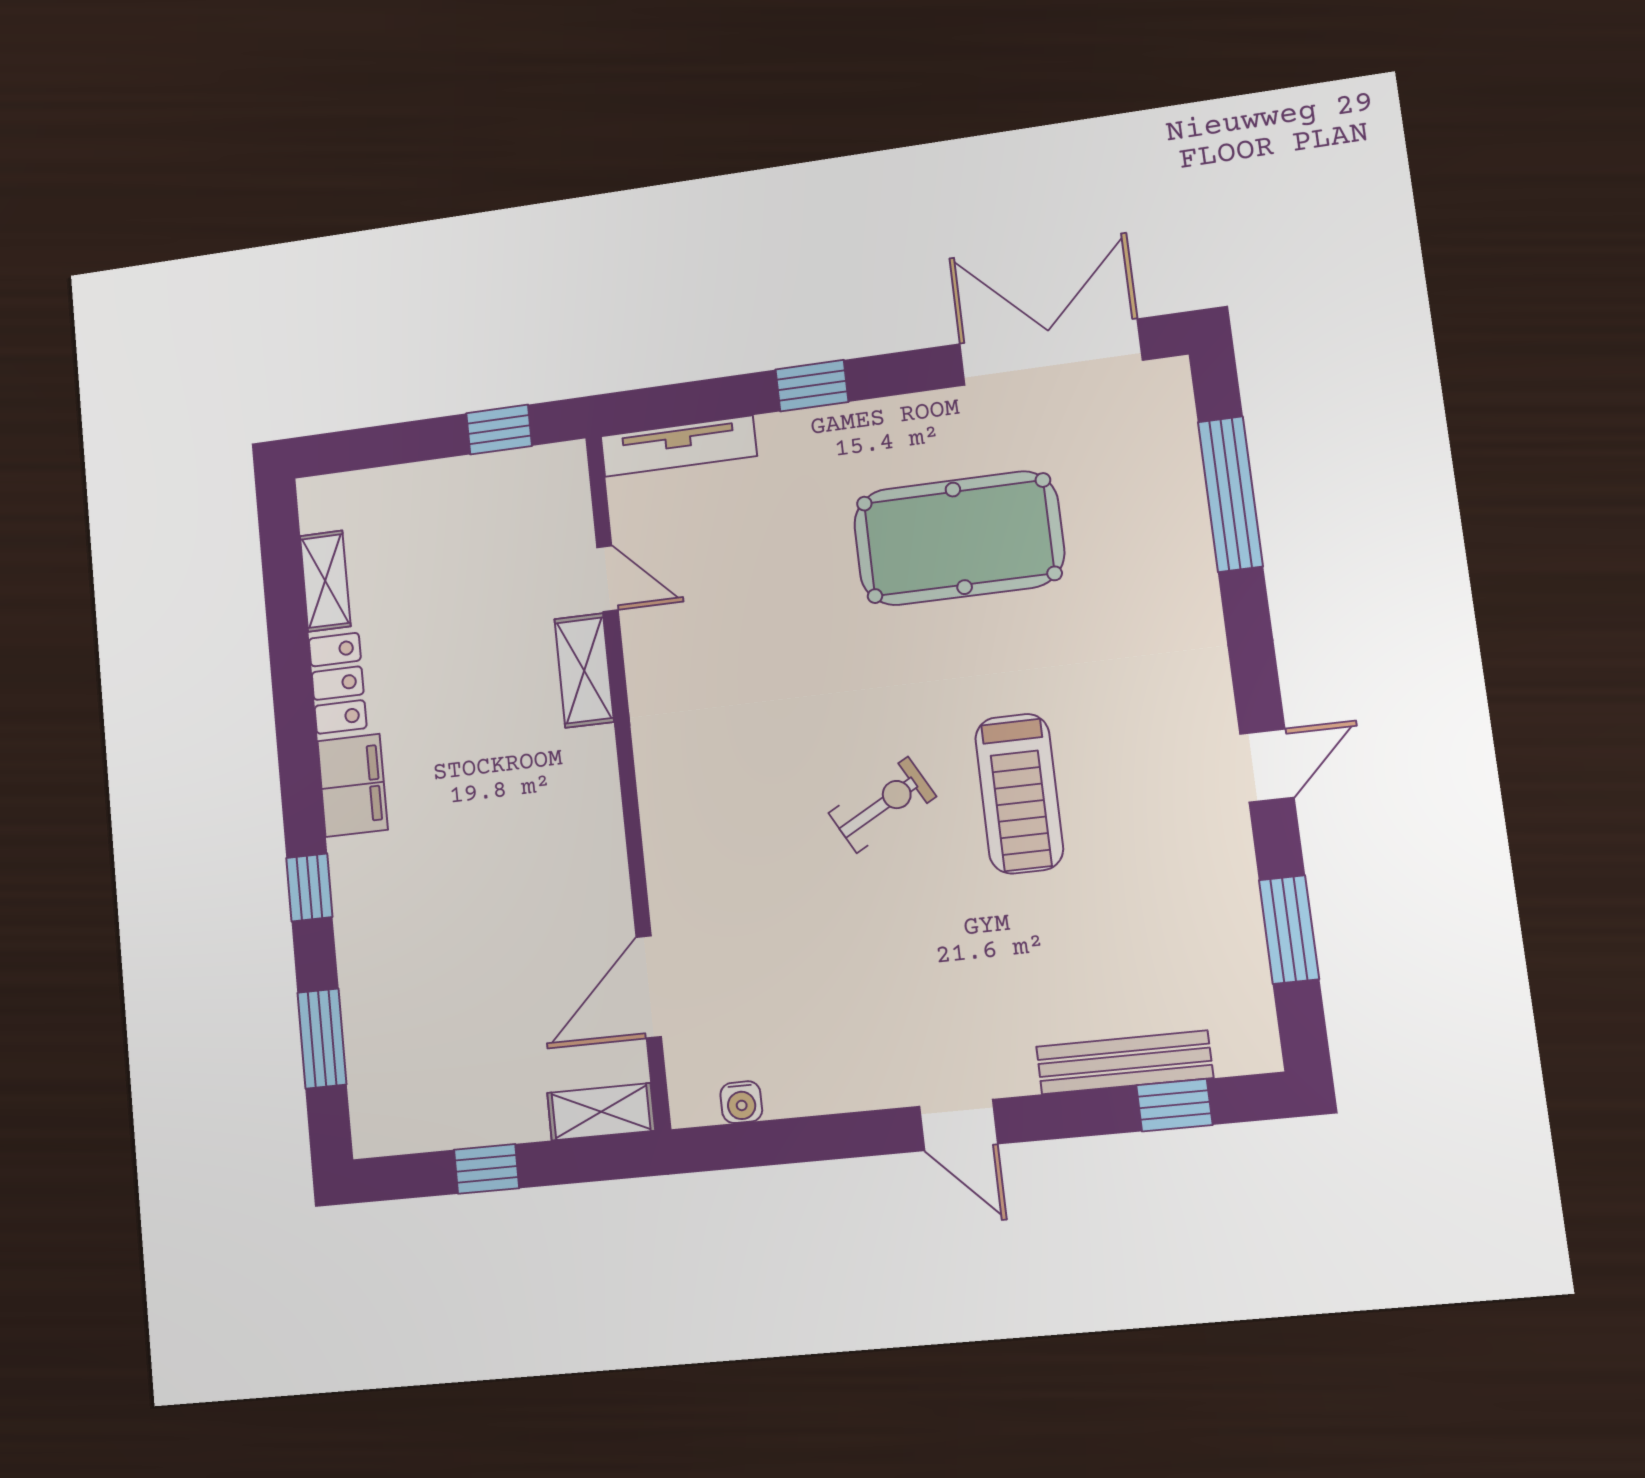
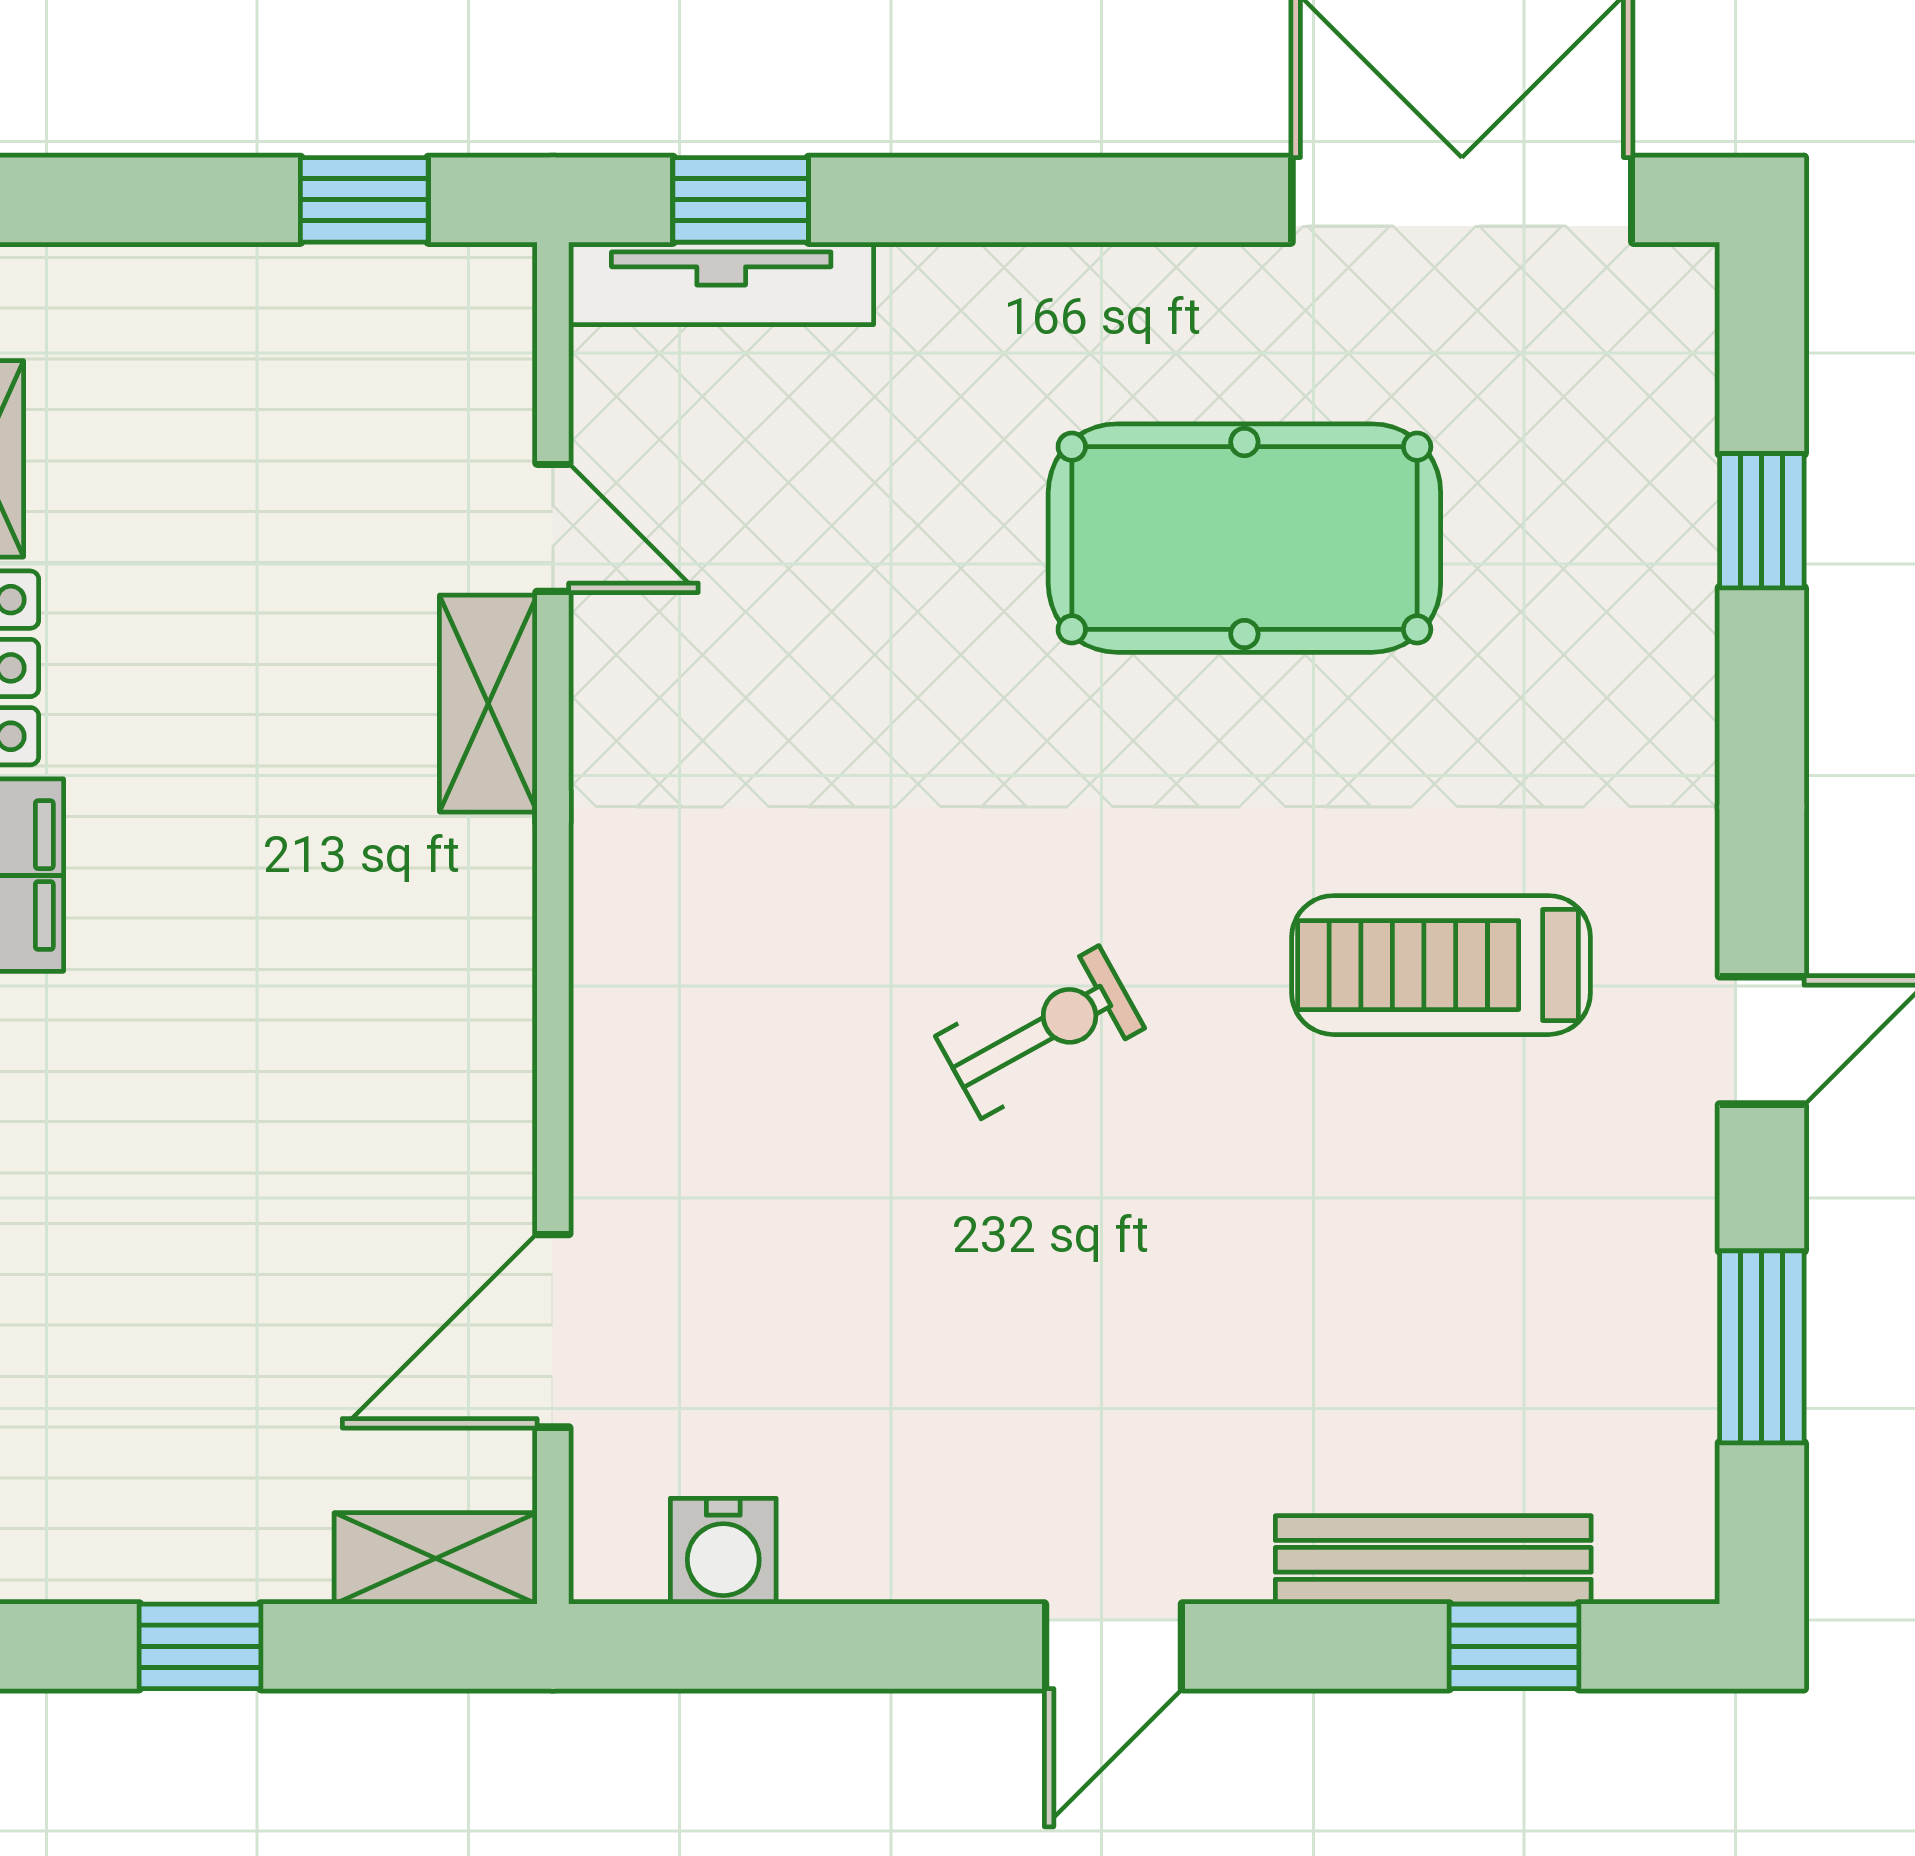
window: (812, 386) -> (741, 200), moved
window: (1230, 494) -> (1762, 521), width x0.46
treadmill: (1019, 794) -> (1441, 965), moved, turned 90
water cooler: (741, 1102) -> (723, 1551), width x1.38, depth x1.38
door: (958, 1125) -> (1113, 1646), hinge flipped

